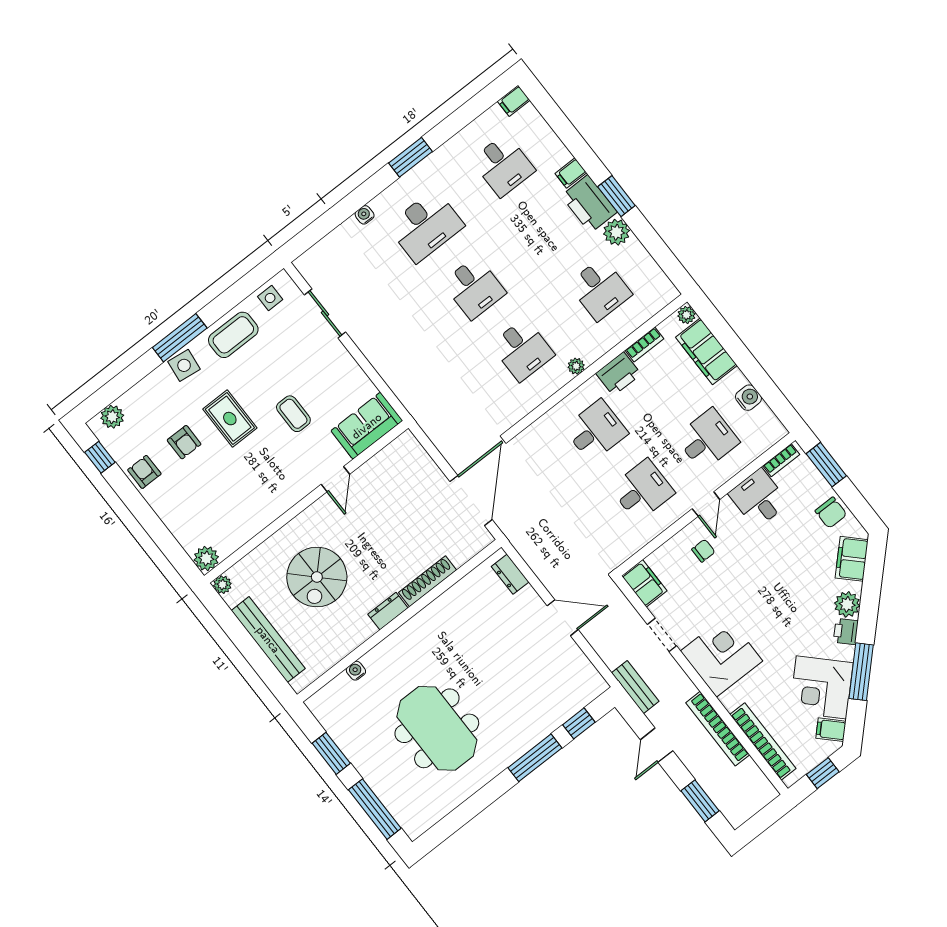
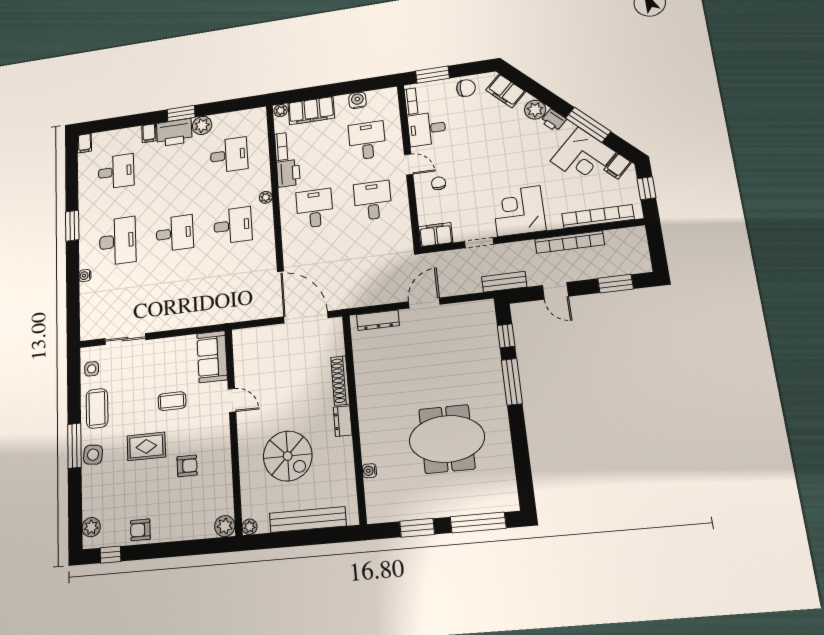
armchair: (184, 442) -> (187, 466), moved
dresser: (510, 574) -> (378, 320), width x1.44

